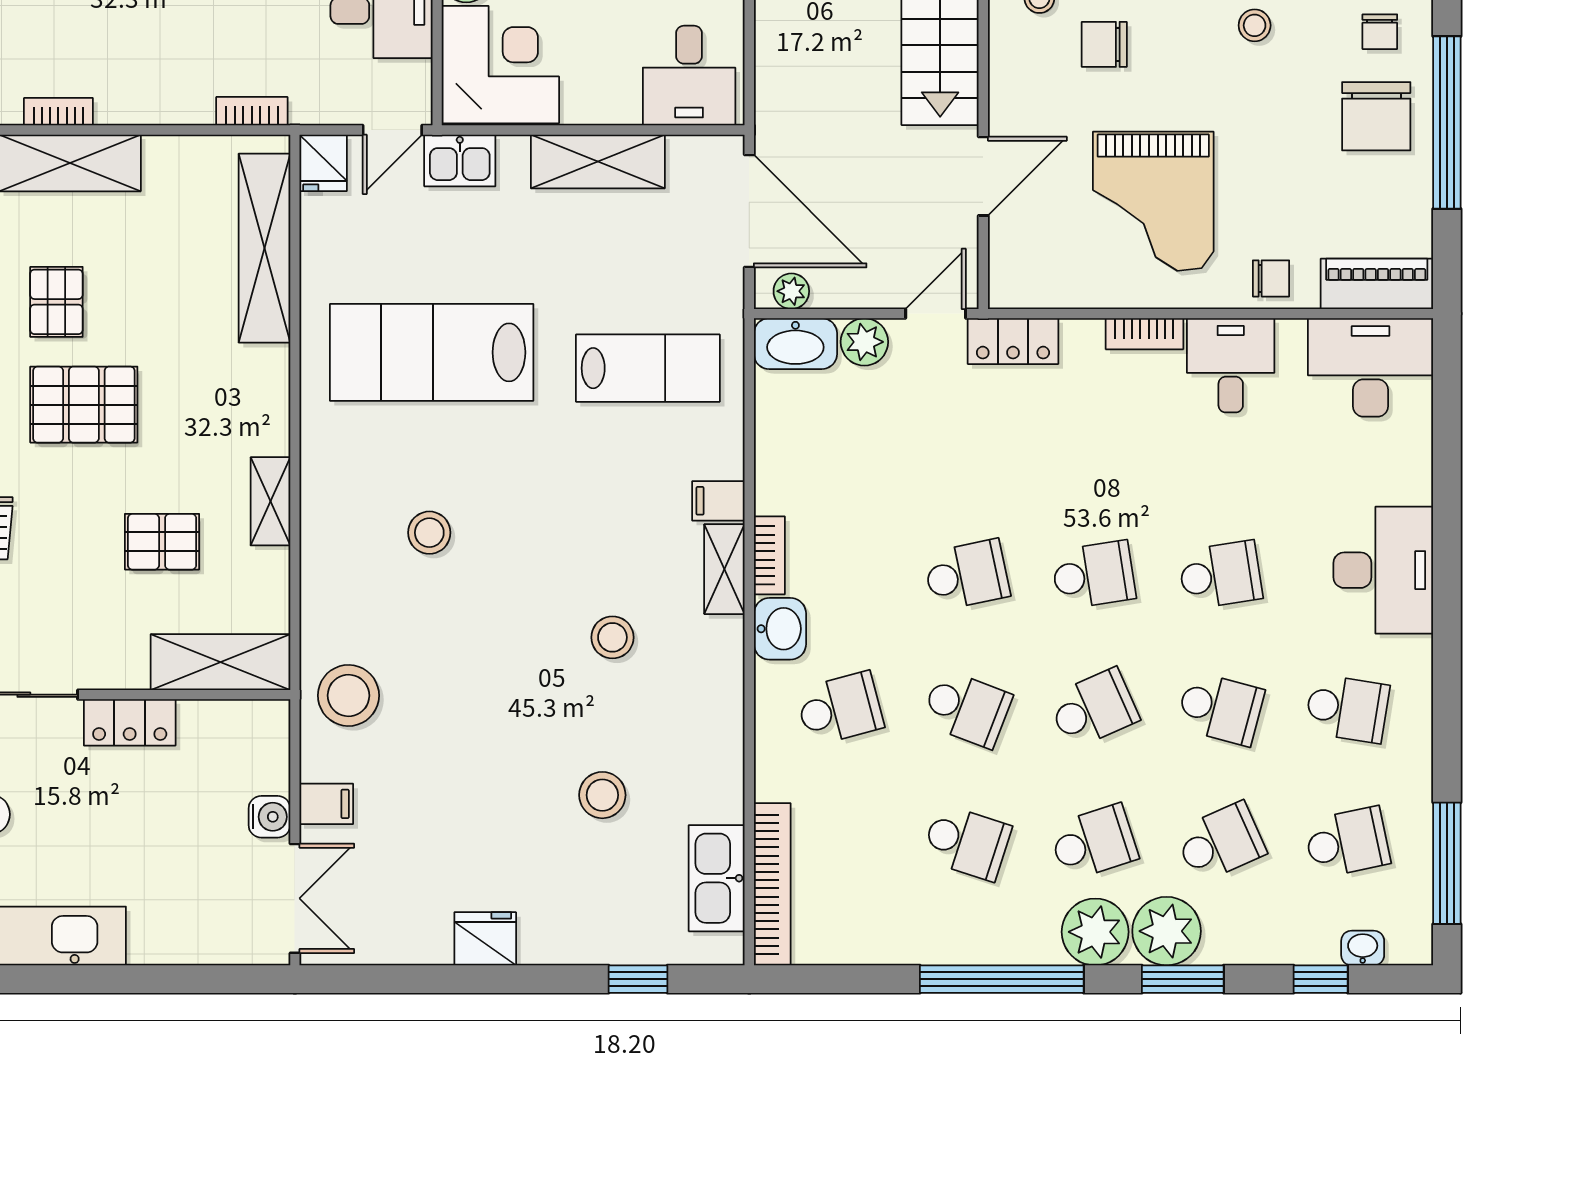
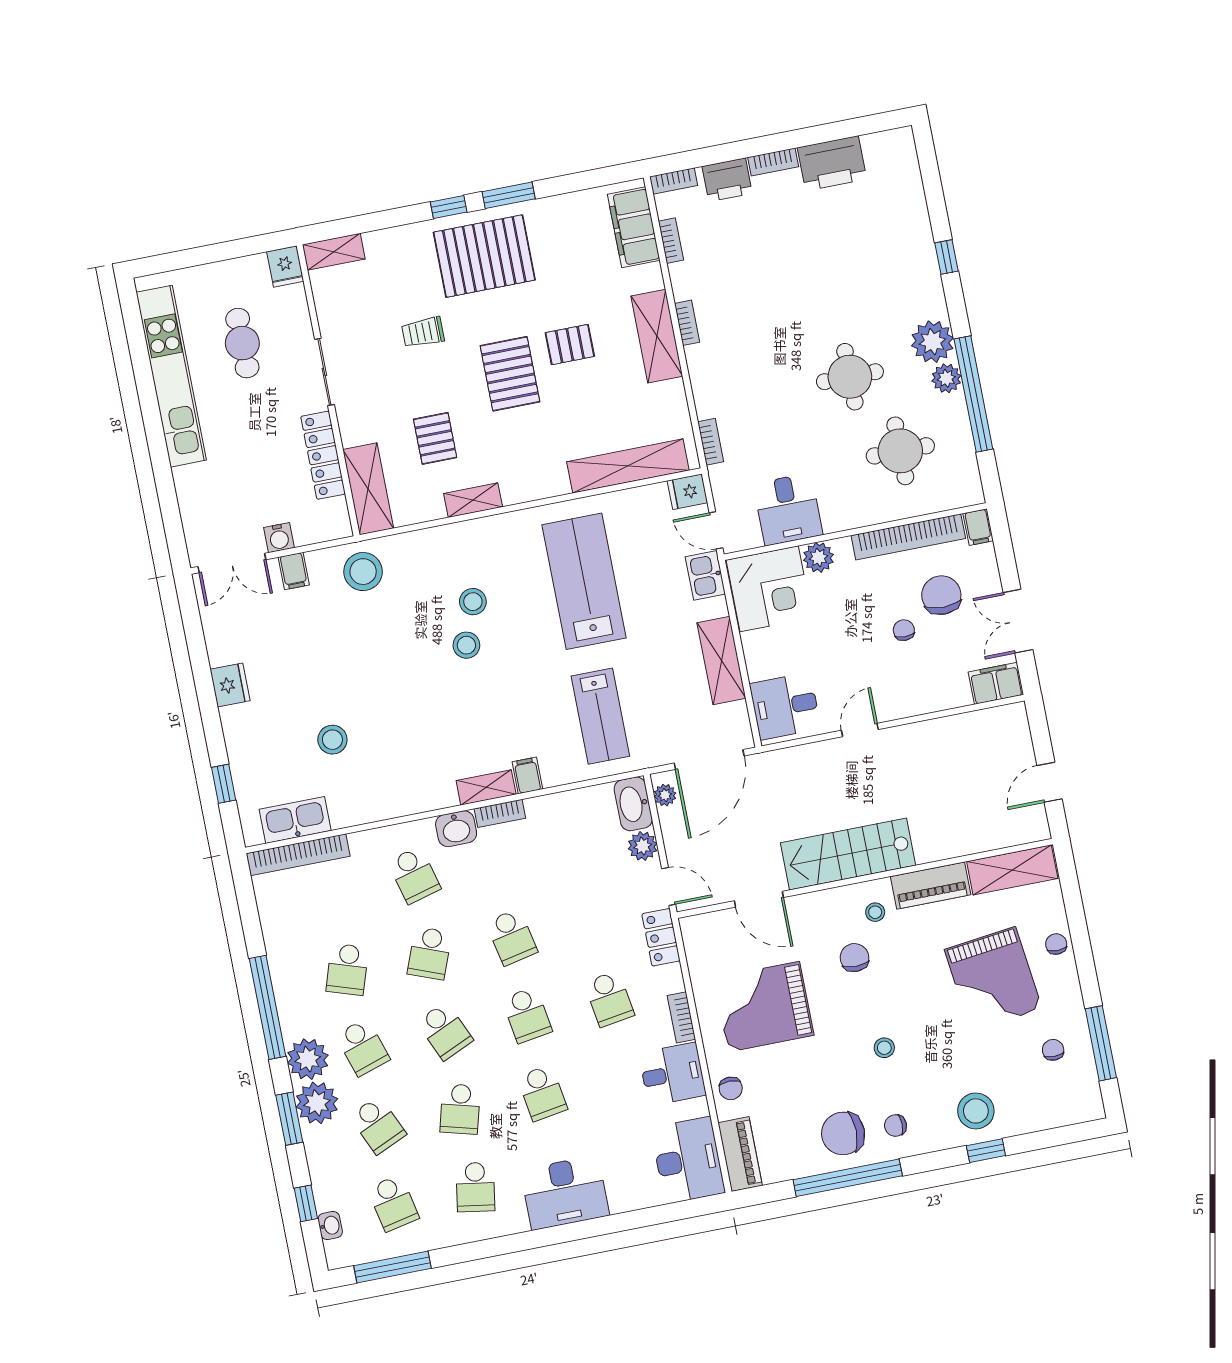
school desk: (1093, 441) -> (609, 999), added
stool: (612, 637) -> (466, 645), moved
locker: (130, 722) -> (323, 455), width x1.53

